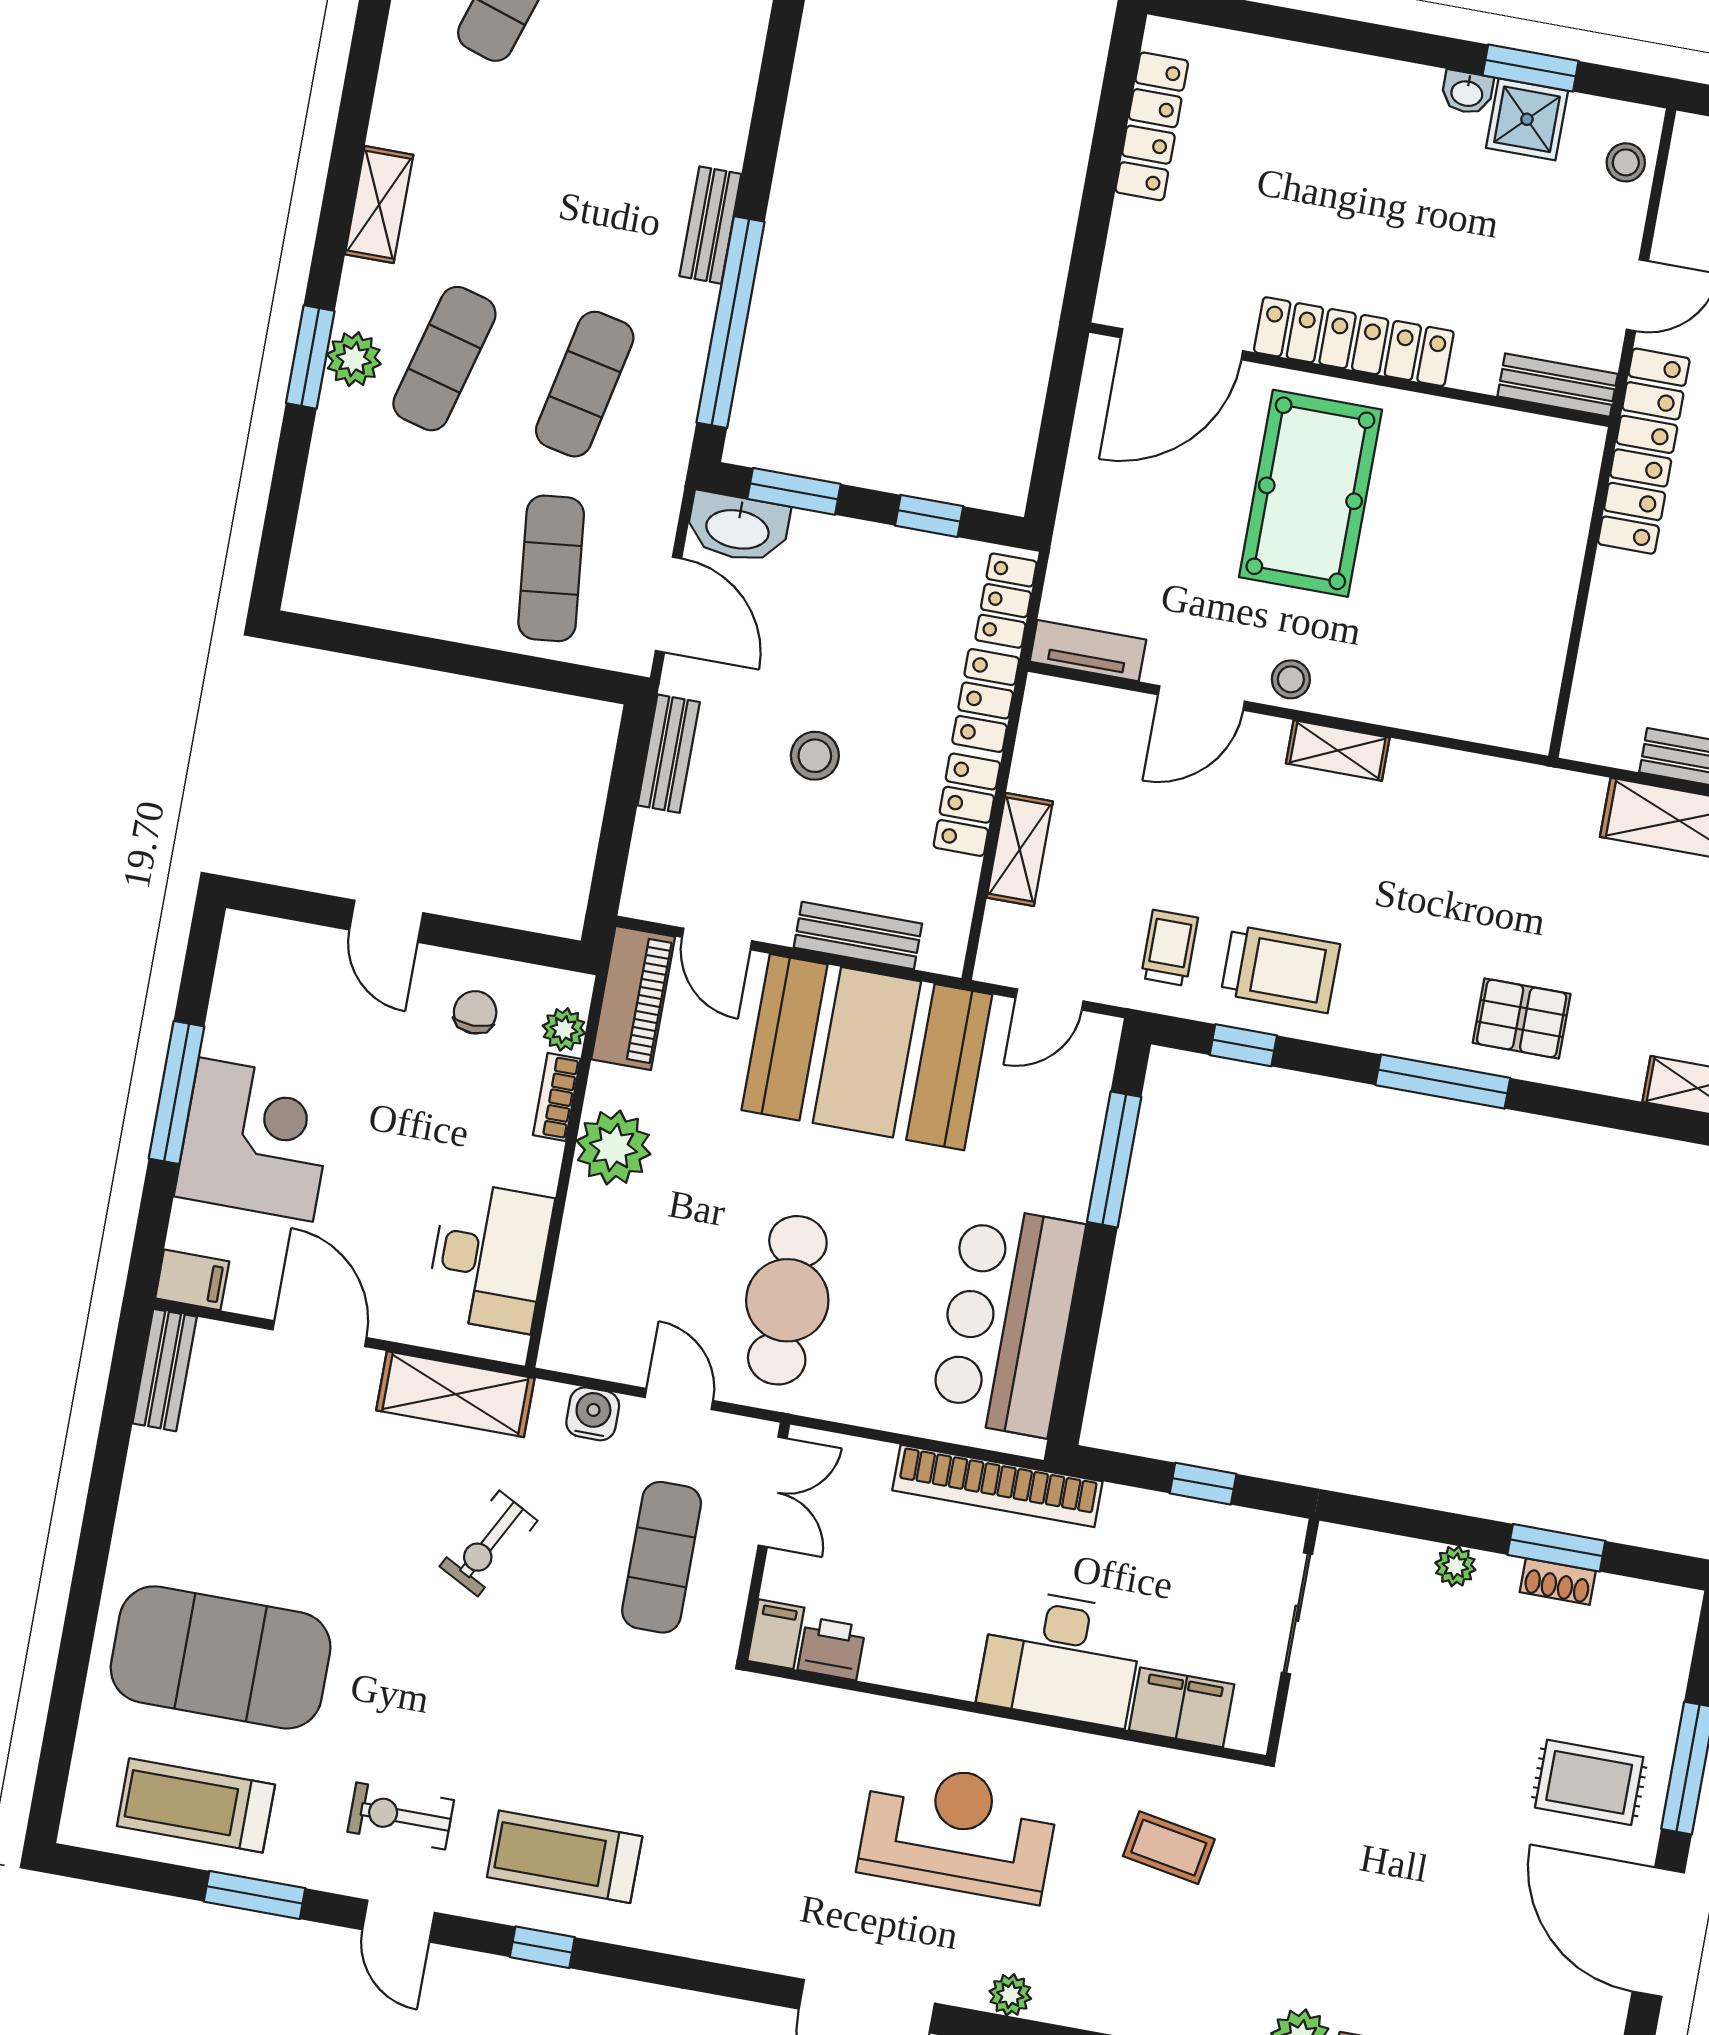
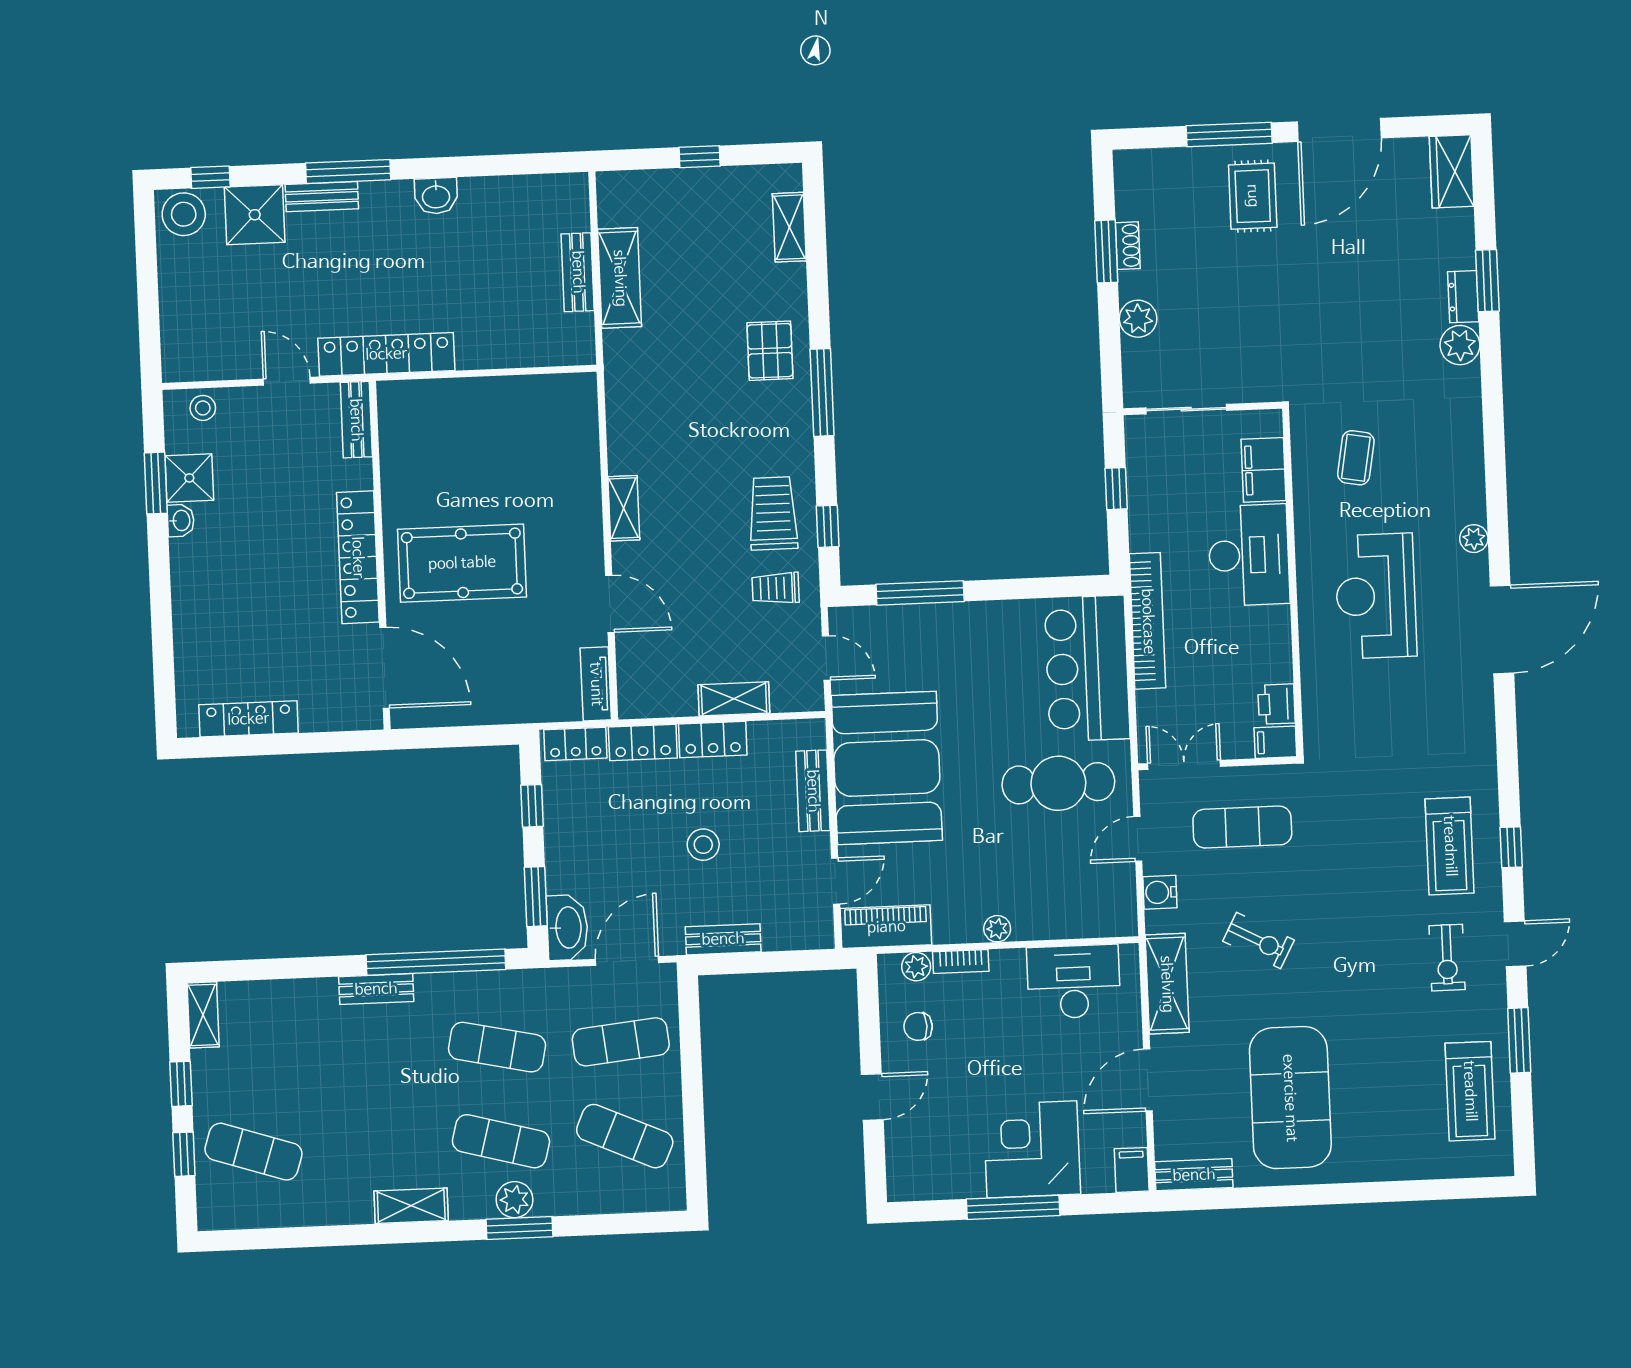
exercise mat: (411, 543) -> (625, 1136), added
stool: (1291, 679) -> (585, 549), removed
plant: (613, 1147) -> (997, 929), width x0.53, depth x0.53
bar counter: (1007, 1321) -> (1087, 668), moved, turned 90
plant: (1455, 1566) -> (1138, 319), width x1.38, depth x1.38
exercise mat: (221, 1657) -> (1290, 1098), moved

